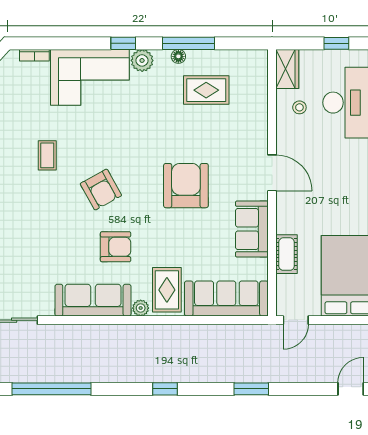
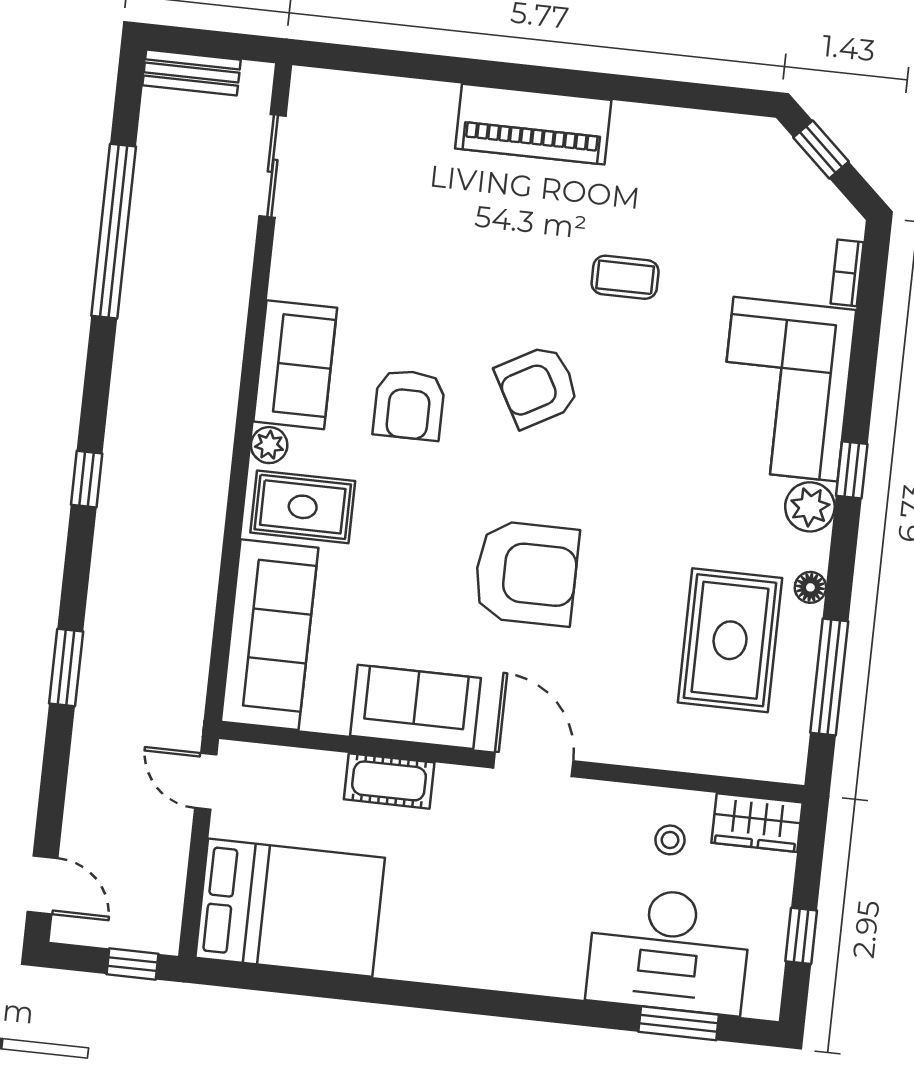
window: (189, 43) -> (829, 677), moved
rug: (206, 90) -> (730, 640), width x1.36, depth x1.43
door: (272, 173) -> (533, 764), swing flipped
cot: (287, 254) -> (389, 781), moved
sofa: (93, 300) -> (295, 365), width x0.73

